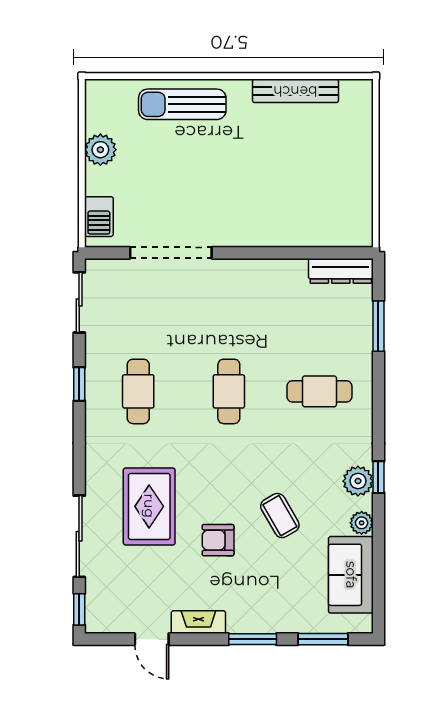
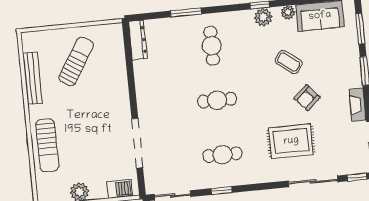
sun lounger: (316, 166) -> (76, 62), added
window: (378, 326) -> (186, 12), moved
coffee table: (280, 516) -> (289, 62), turned 67
armchair: (218, 540) -> (307, 98), turned 48

